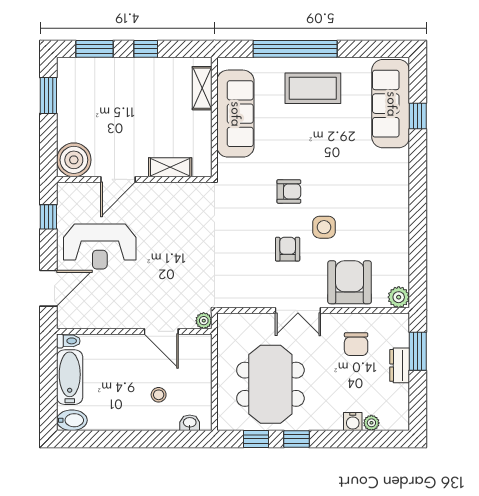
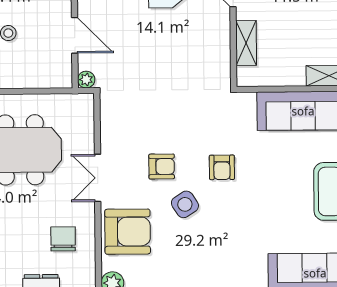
side table: (324, 227) -> (185, 204), turned -33
door: (161, 331) -> (75, 35), swing flipped
chair: (356, 344) -> (63, 239), turned 90

